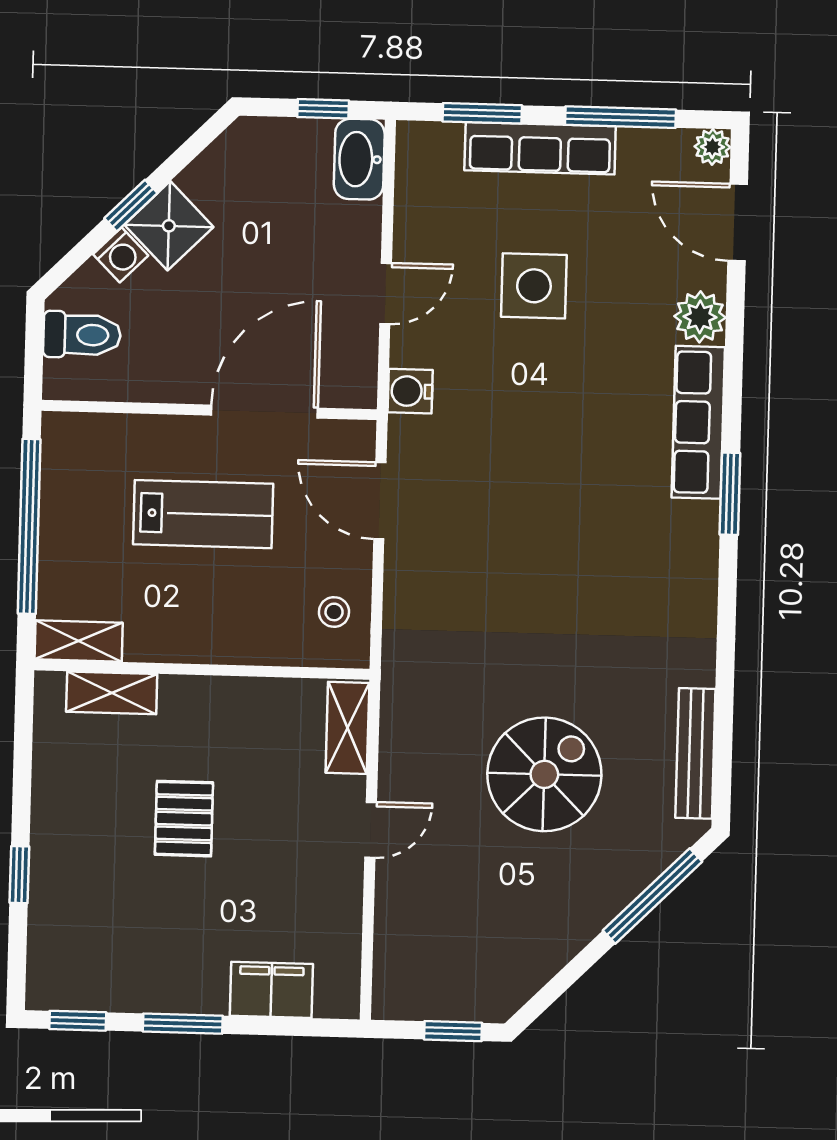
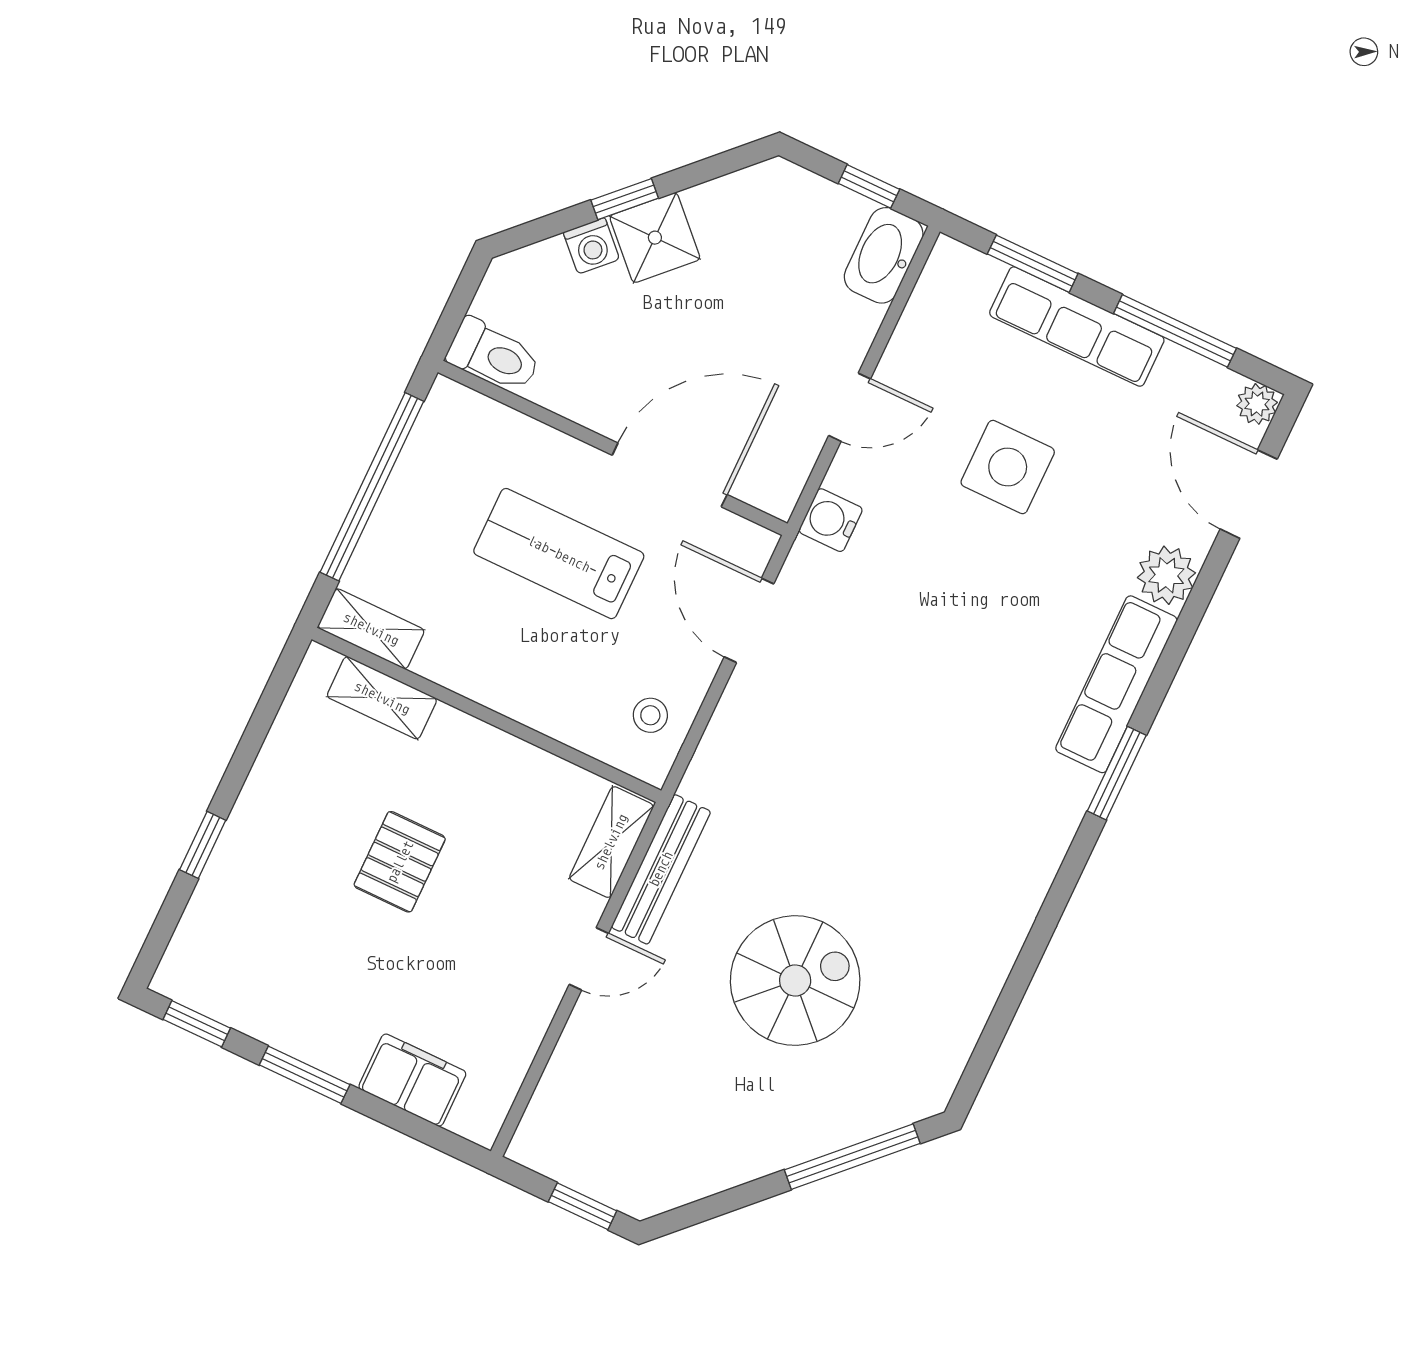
toilet: (82, 335) -> (494, 355), moved
lab bench: (203, 514) -> (559, 554), turned 180
bench: (695, 753) -> (661, 869), moved

